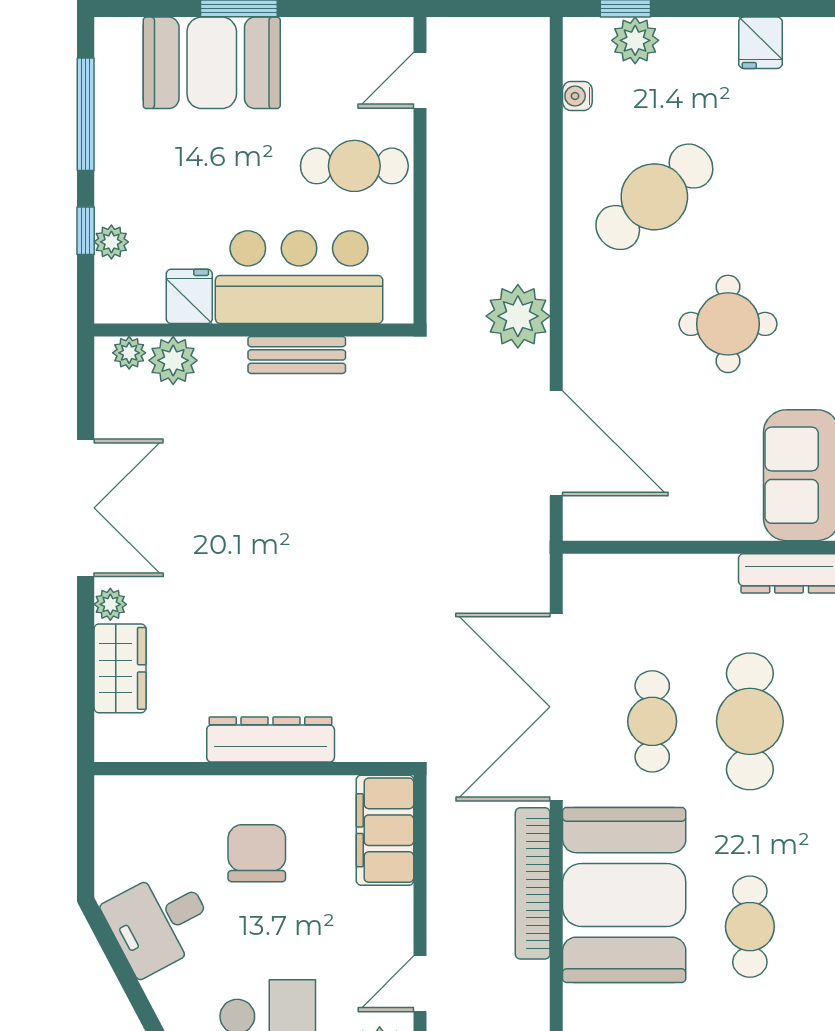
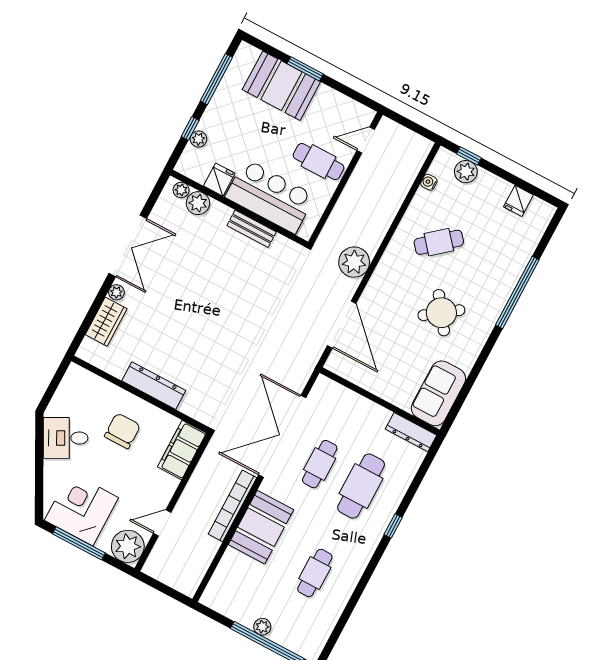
cafe table: (654, 197) -> (439, 242), width x0.73, depth x0.74
round table: (728, 324) -> (441, 313), turned -36
booth: (624, 895) -> (261, 527), width x0.73, depth x0.70

